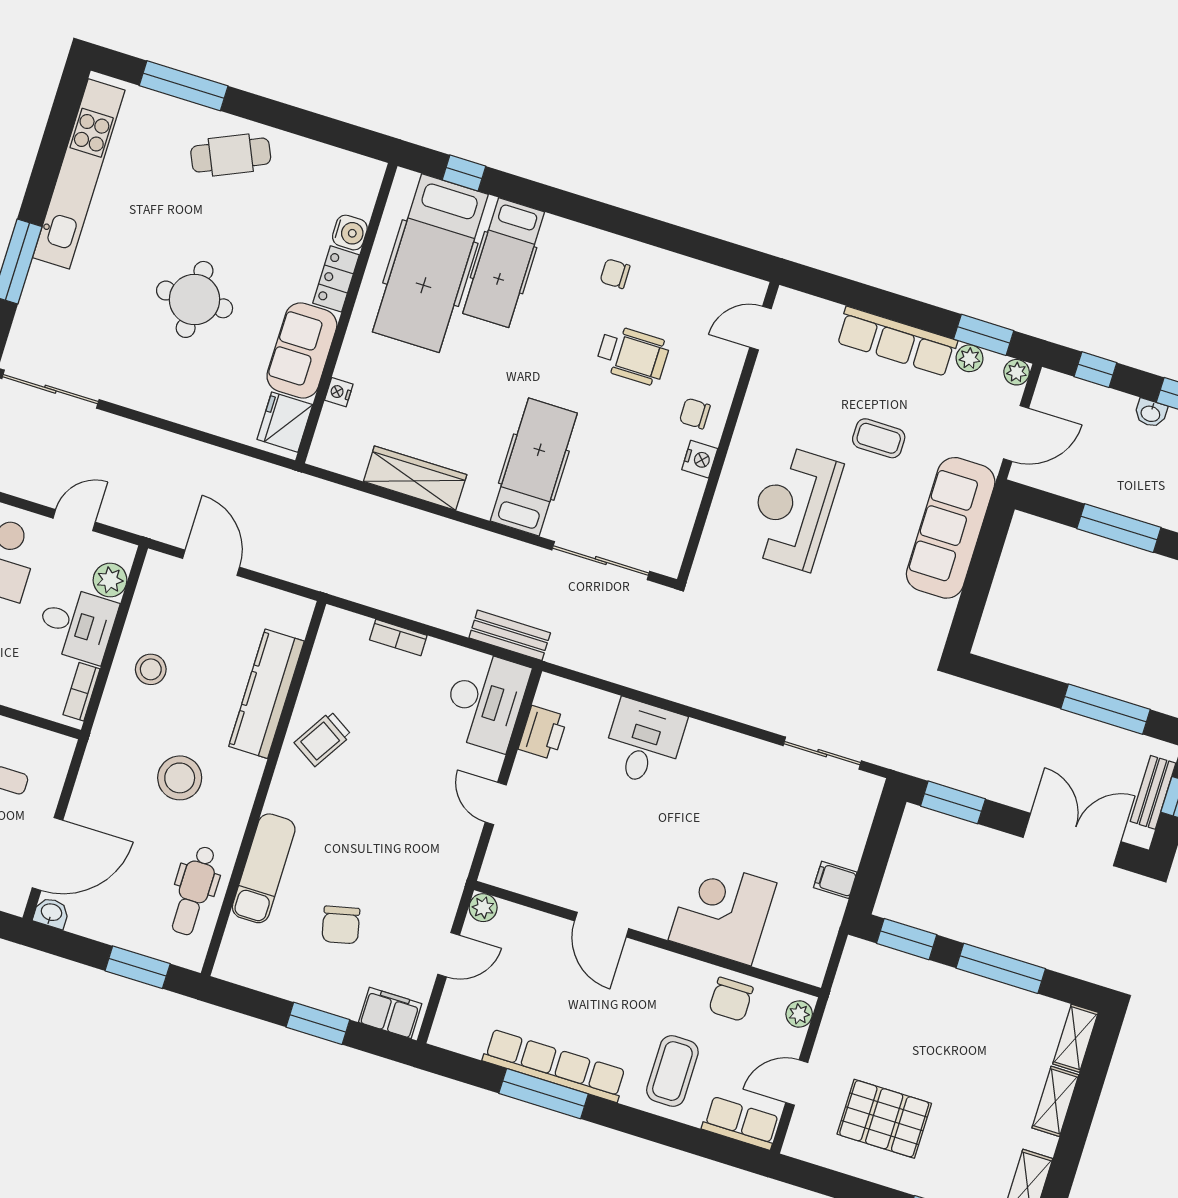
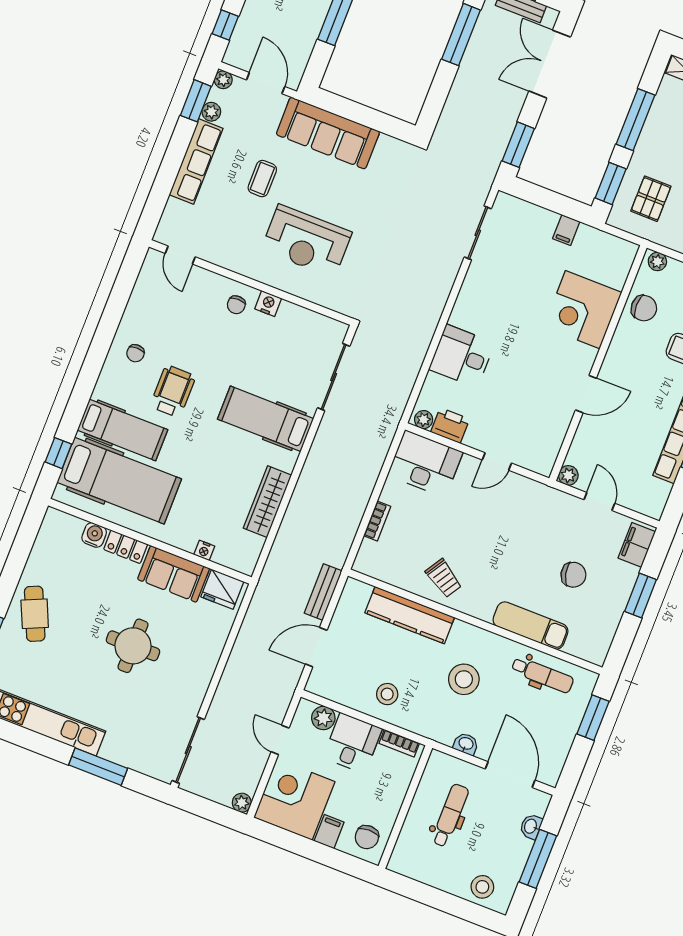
wheelchair: (633, 355) -> (173, 391), moved
bench: (510, 635) -> (323, 592), moved
plant: (549, 694) -> (424, 420), added
washbasin: (51, 913) -> (466, 744), moved, turned 90
pallet: (889, 998) -> (651, 199), added

